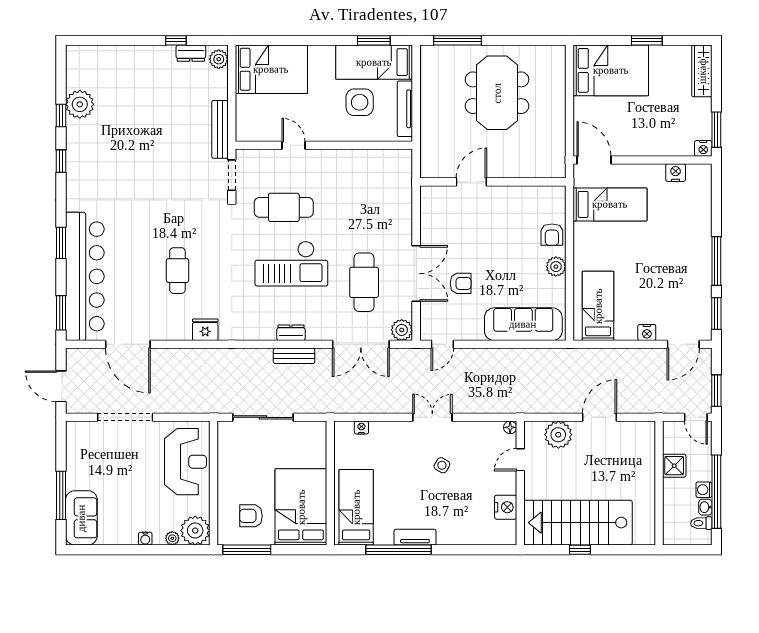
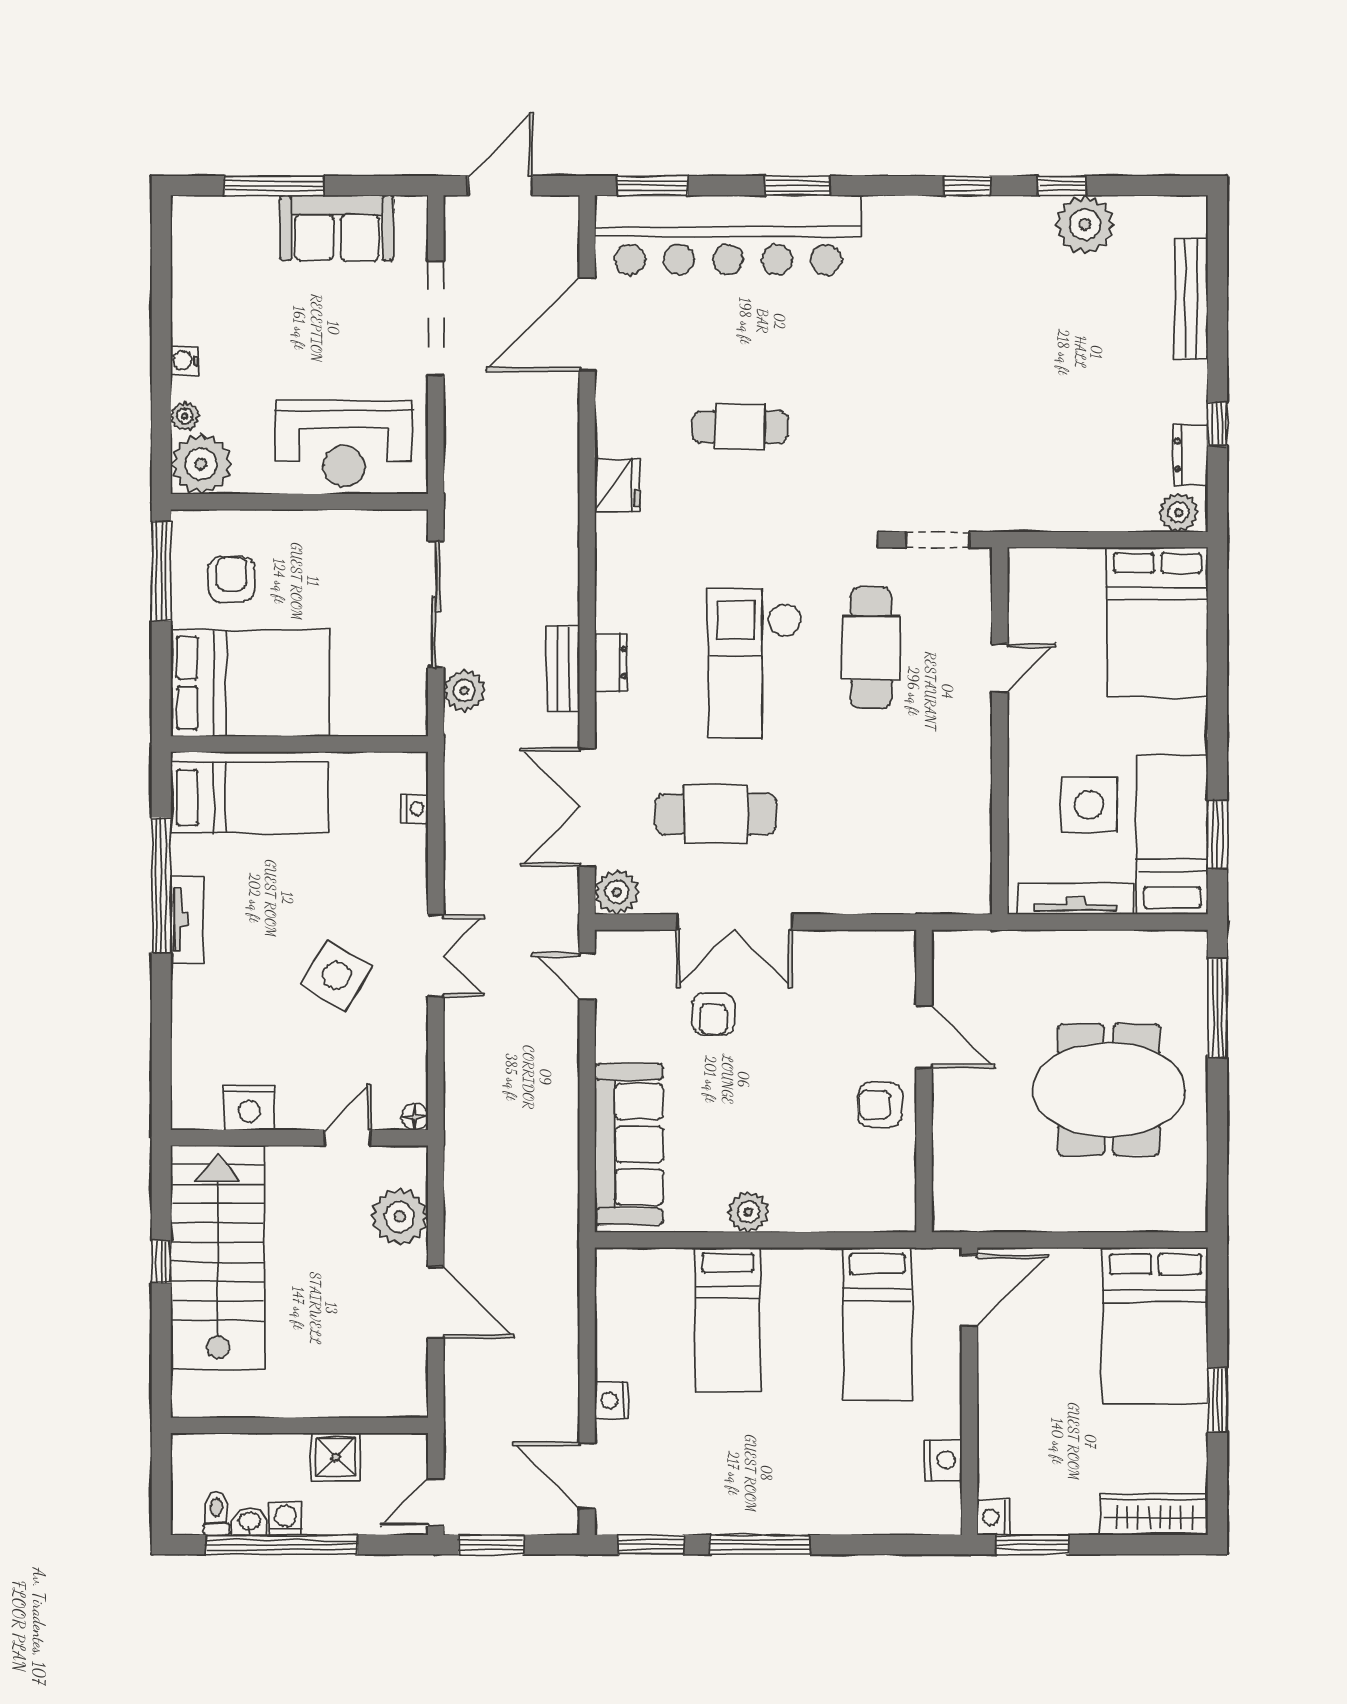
bench: (220, 129) -> (1191, 299), moved, turned 90
armchair: (552, 235) -> (880, 1105), moved
bed: (598, 306) -> (728, 1320), moved, turned 90
plant: (305, 404) -> (464, 691), added
door: (520, 460) -> (348, 1138), hinge flipped
side table: (442, 465) -> (336, 976), width x1.87, depth x1.87
sofa: (81, 518) -> (337, 228), moved

